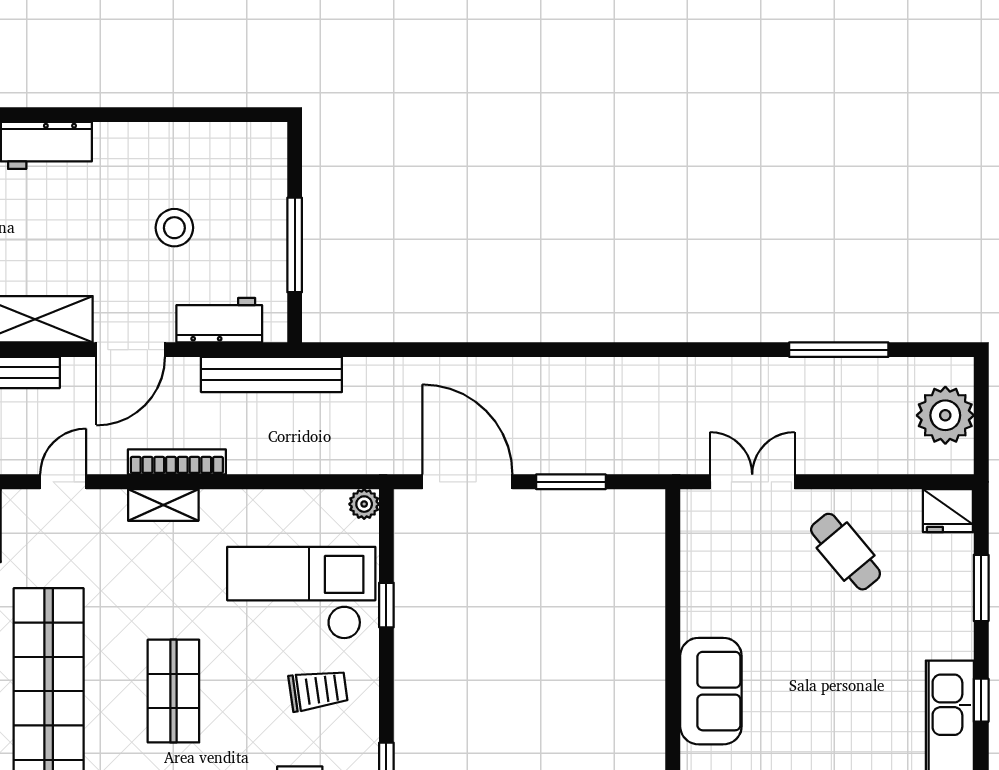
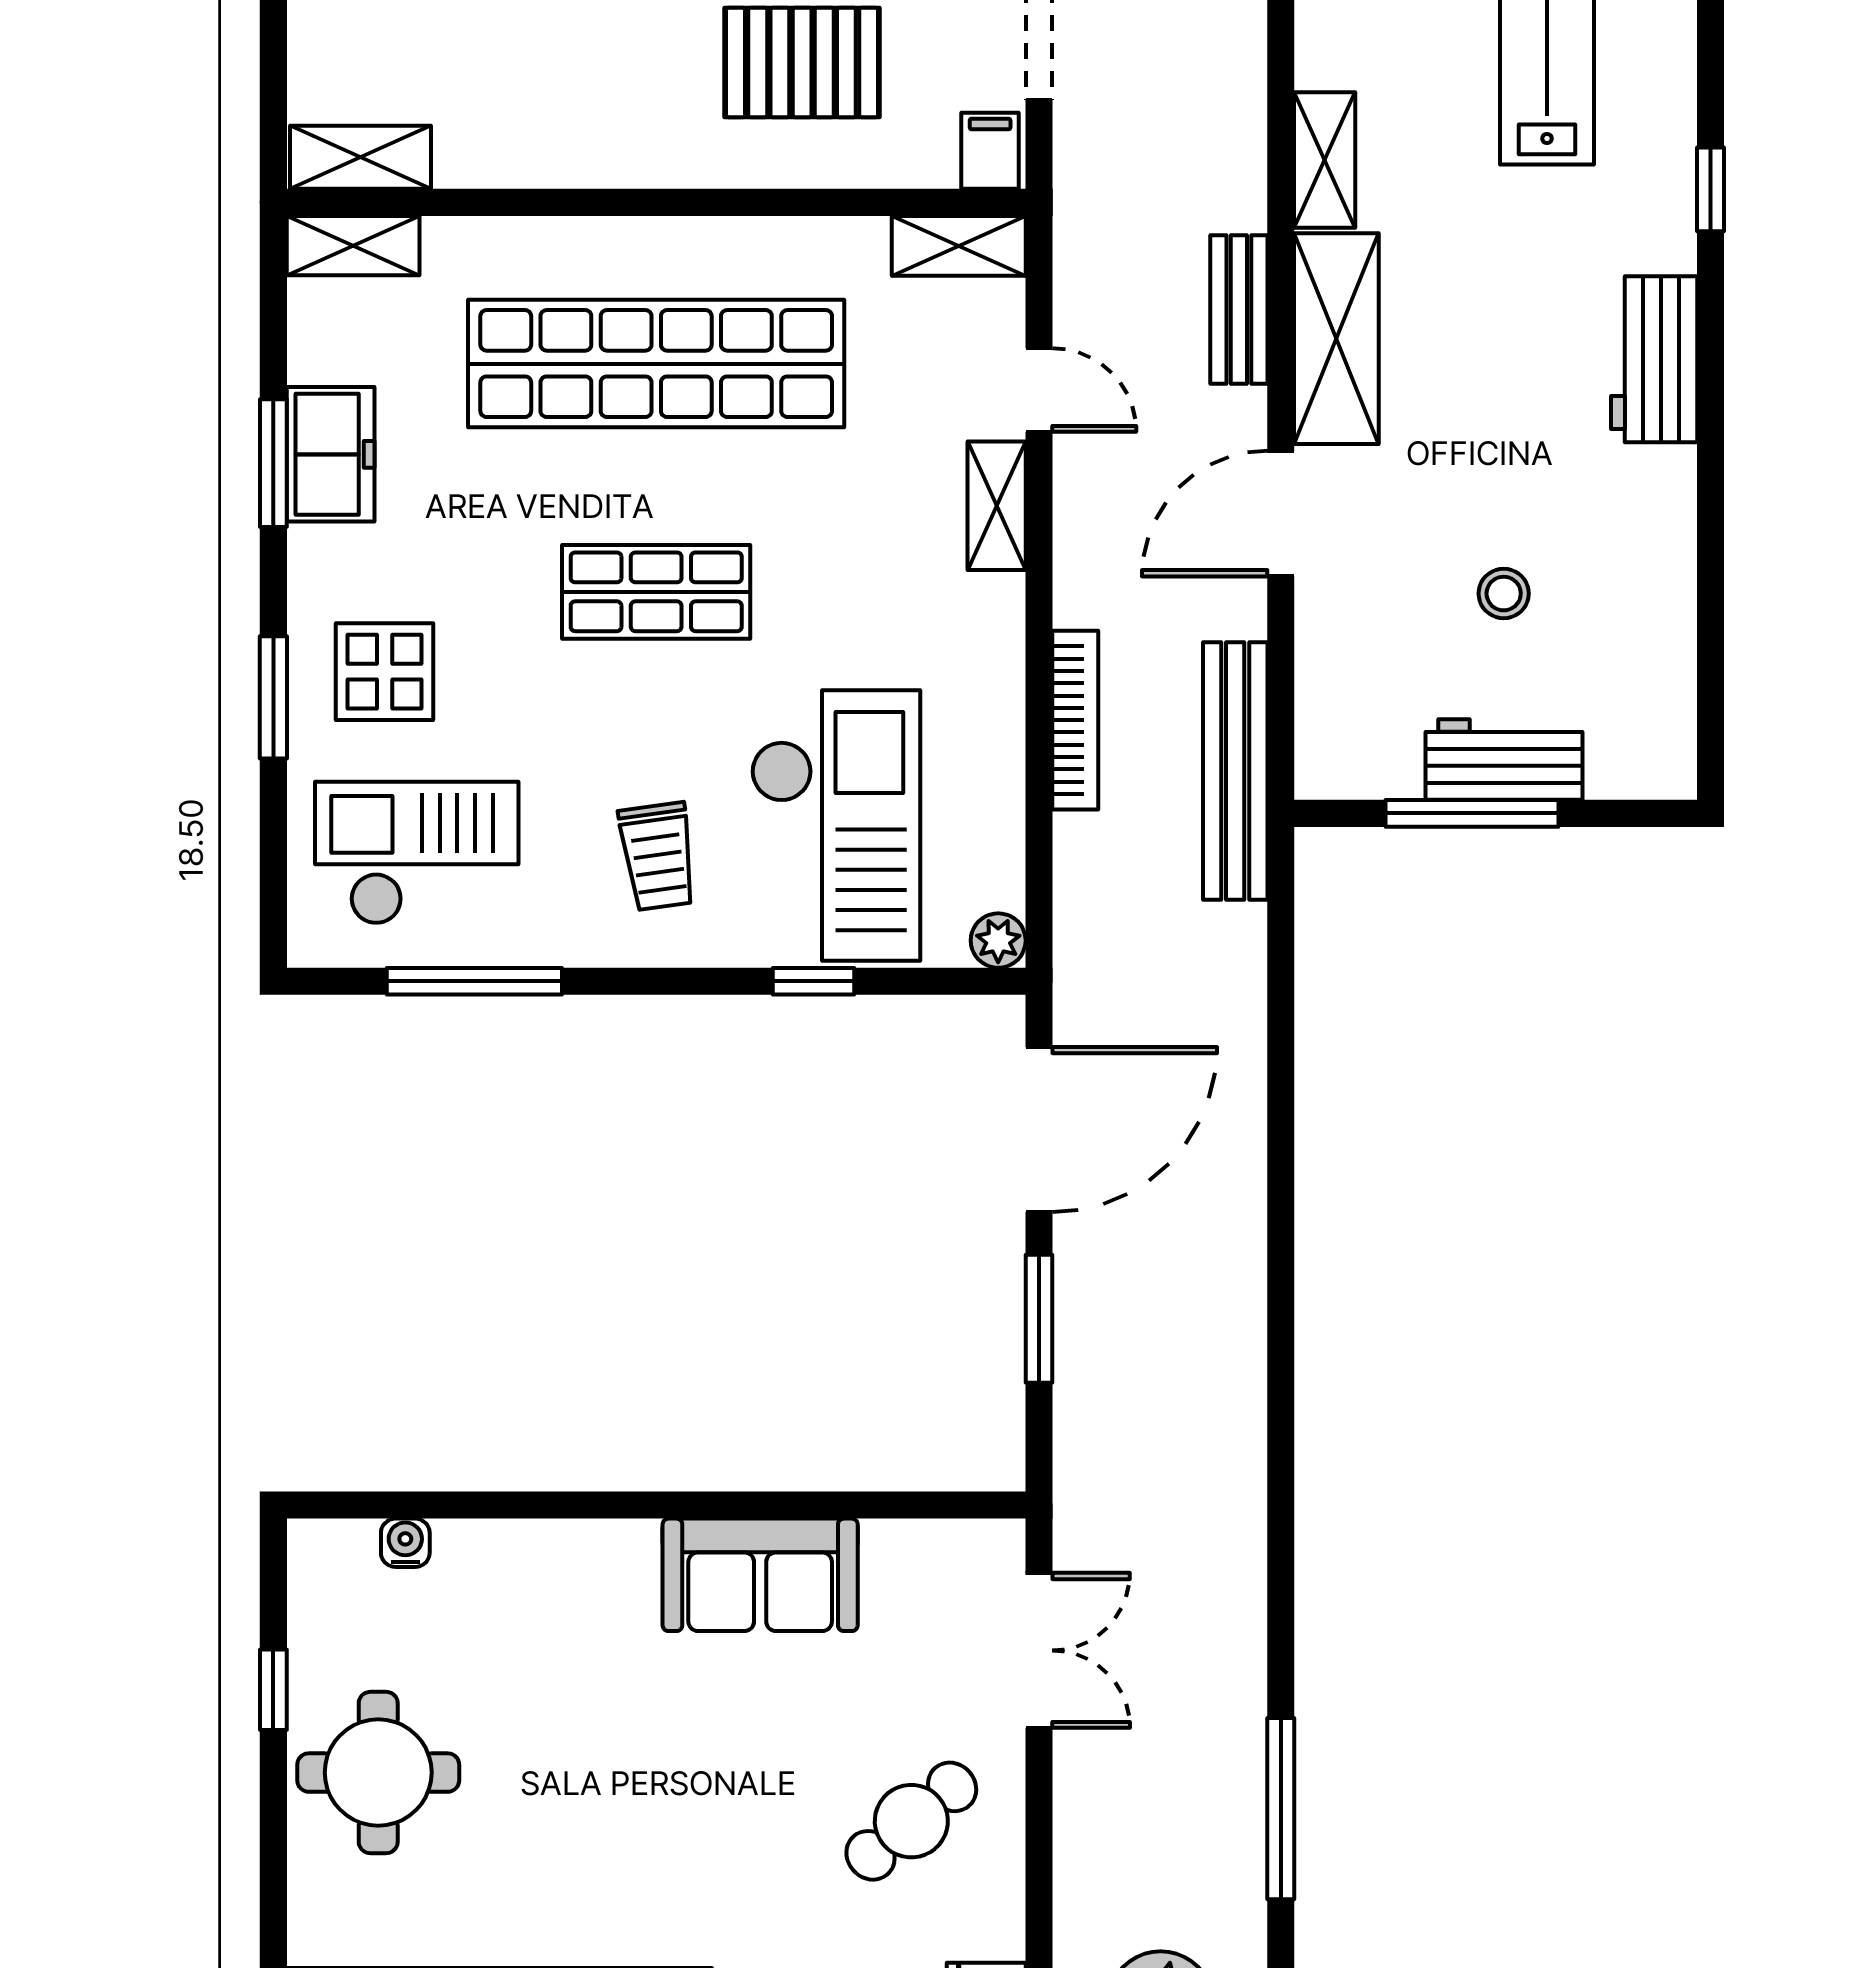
stool: (174, 228) -> (1504, 594), width x0.73, depth x0.73
workbench: (219, 320) -> (1504, 759), moved, turned -90
door: (131, 350) -> (1281, 514), hinge flipped
bookcase: (177, 462) -> (1075, 720), moved
shelving: (163, 505) -> (997, 506), moved
sofa: (711, 691) -> (760, 1575), moved

